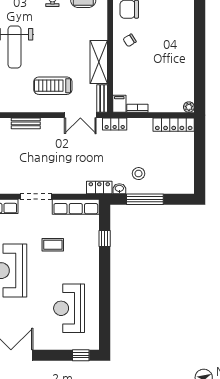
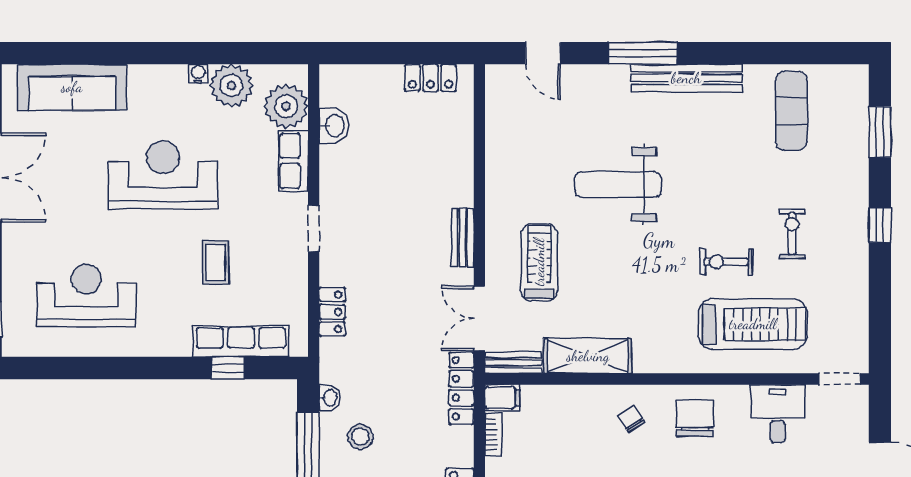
bench: (26, 123) -> (463, 238), moved
locker: (115, 124) -> (461, 388), width x1.53
locker: (99, 187) -> (332, 312), moved
doorway: (36, 197) -> (314, 228), width x0.73
row of seats: (76, 207) -> (241, 341), moved, turned 90

